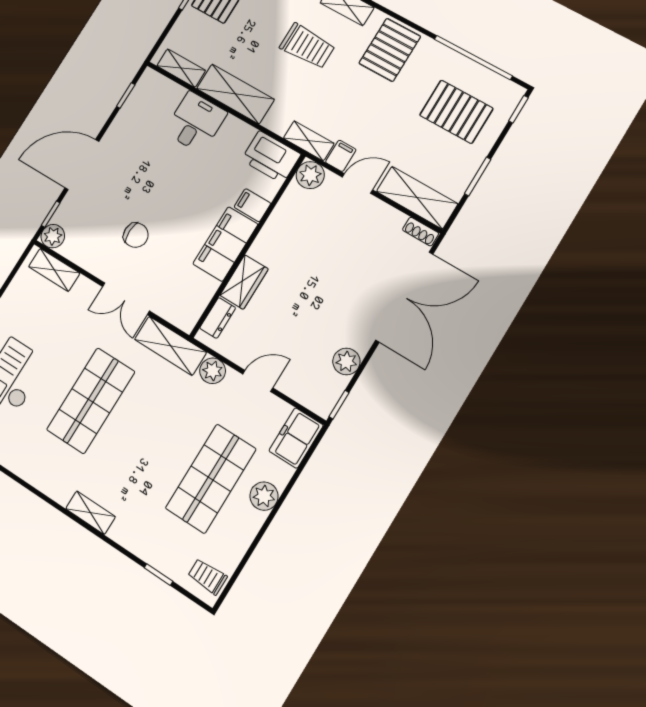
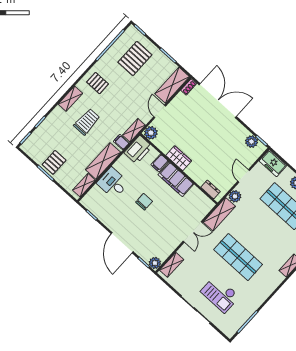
pallet: (390, 50) -> (98, 83), width x0.67, depth x0.71
filing cabinet: (341, 156) -> (121, 142), moved
chair: (136, 235) -> (144, 202), moved
wardrobe: (244, 282) -> (179, 158), moved
plant: (346, 361) -> (252, 142), moved

